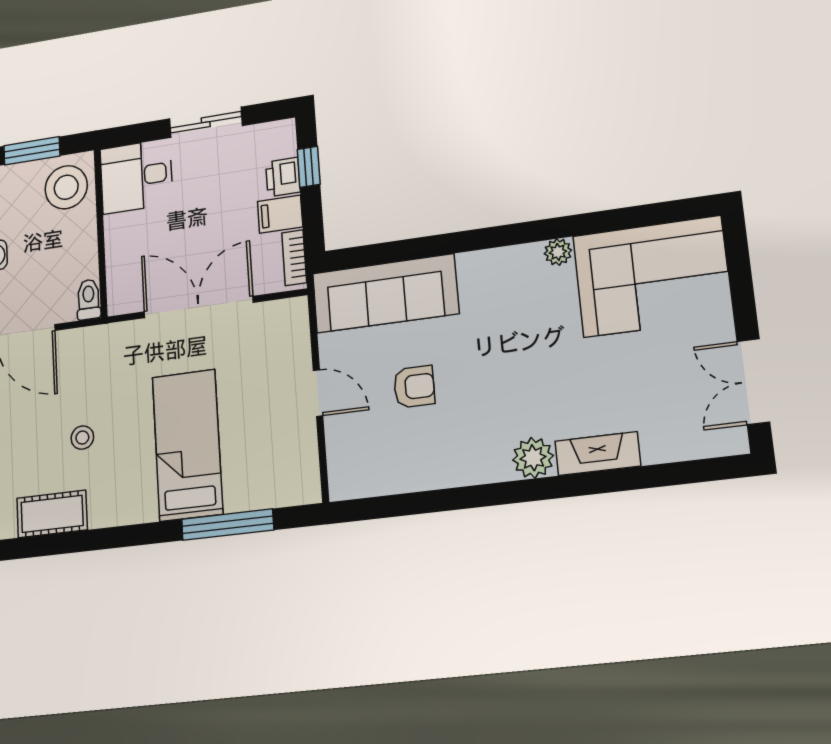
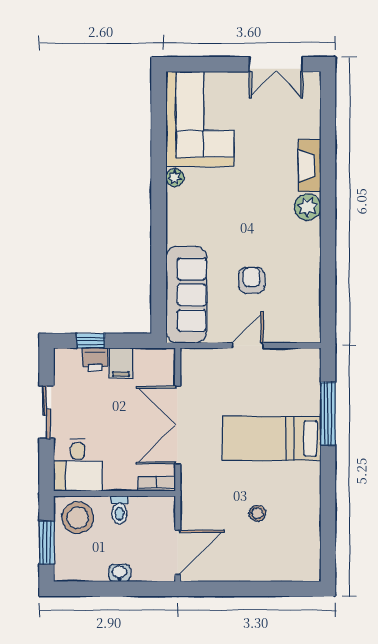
bookcase: (294, 258) -> (157, 484), moved, turned 180
toilet: (89, 299) -> (119, 510), moved, turned -90
cot: (52, 514) -> (307, 537), removed

